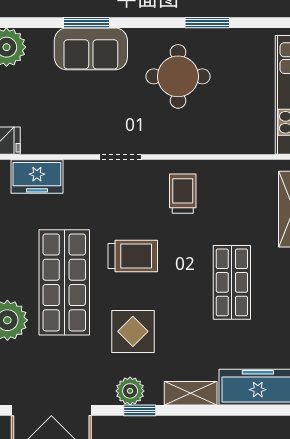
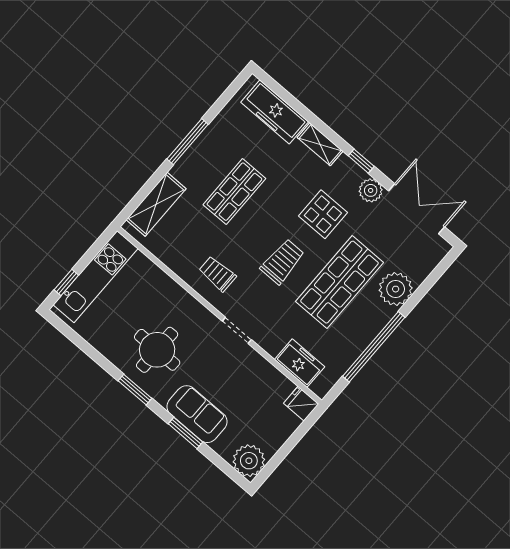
window: (207, 23) -> (135, 390), moved
trolley: (183, 194) -> (217, 274), turned 90
trolley: (133, 256) -> (282, 262), turned 90
plant: (130, 391) -> (371, 190), moved

